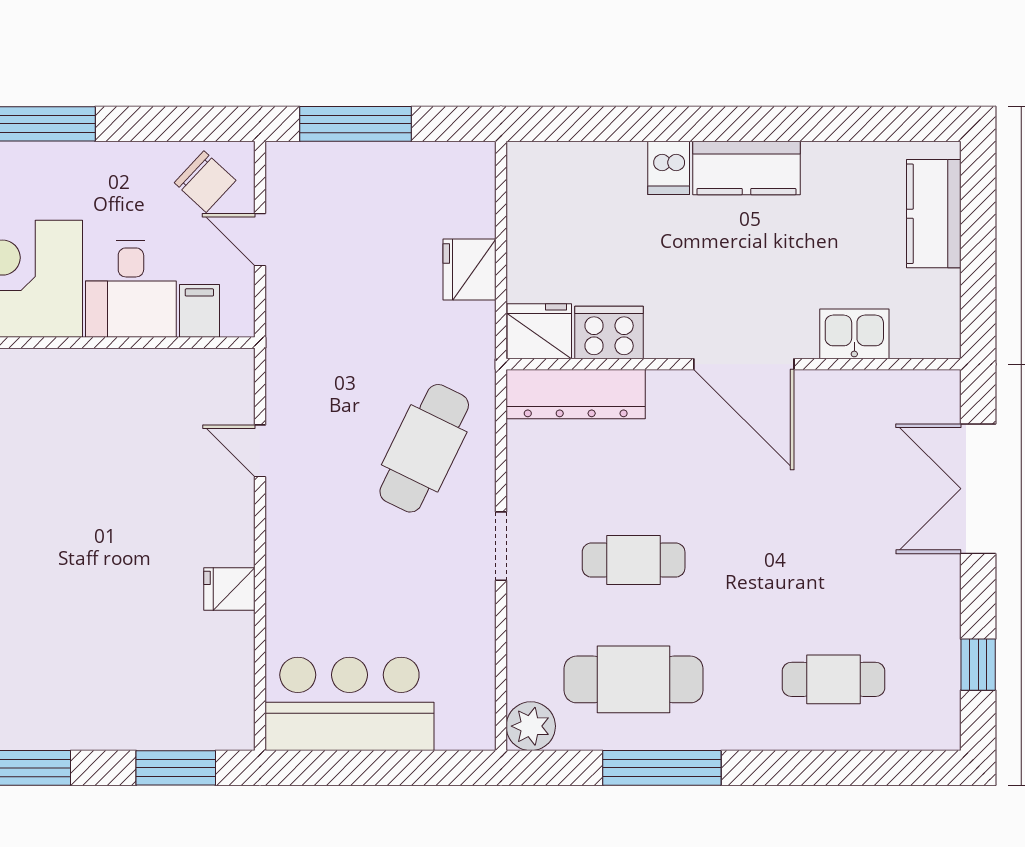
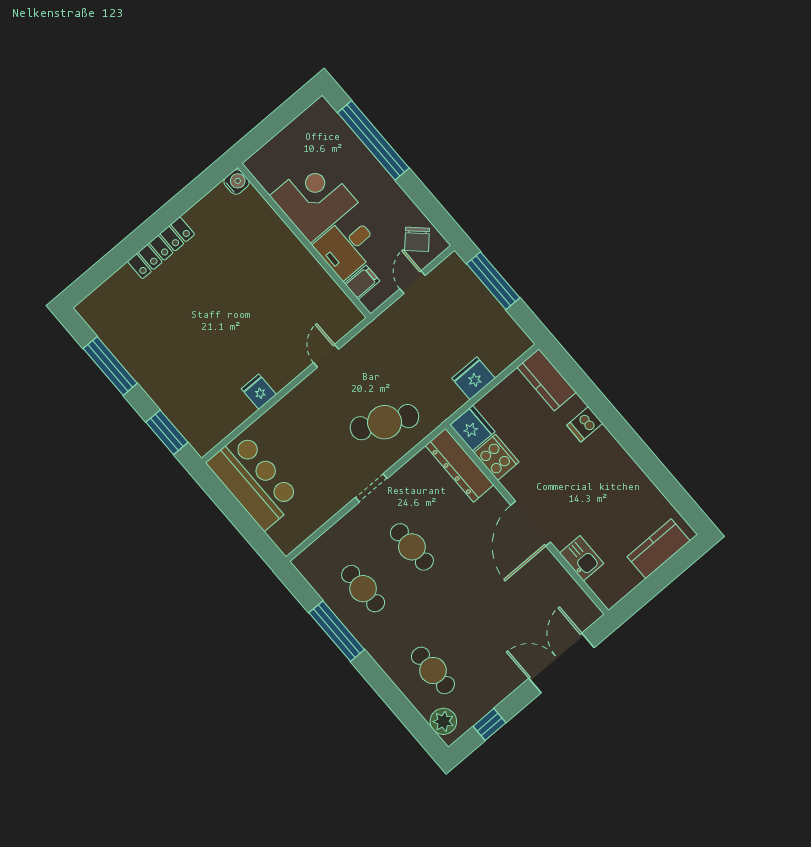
kitchen counter: (746, 168) -> (547, 380), moved
cafe table: (634, 679) -> (363, 589), width x0.73, depth x0.74
plant: (531, 726) -> (443, 721), moved

